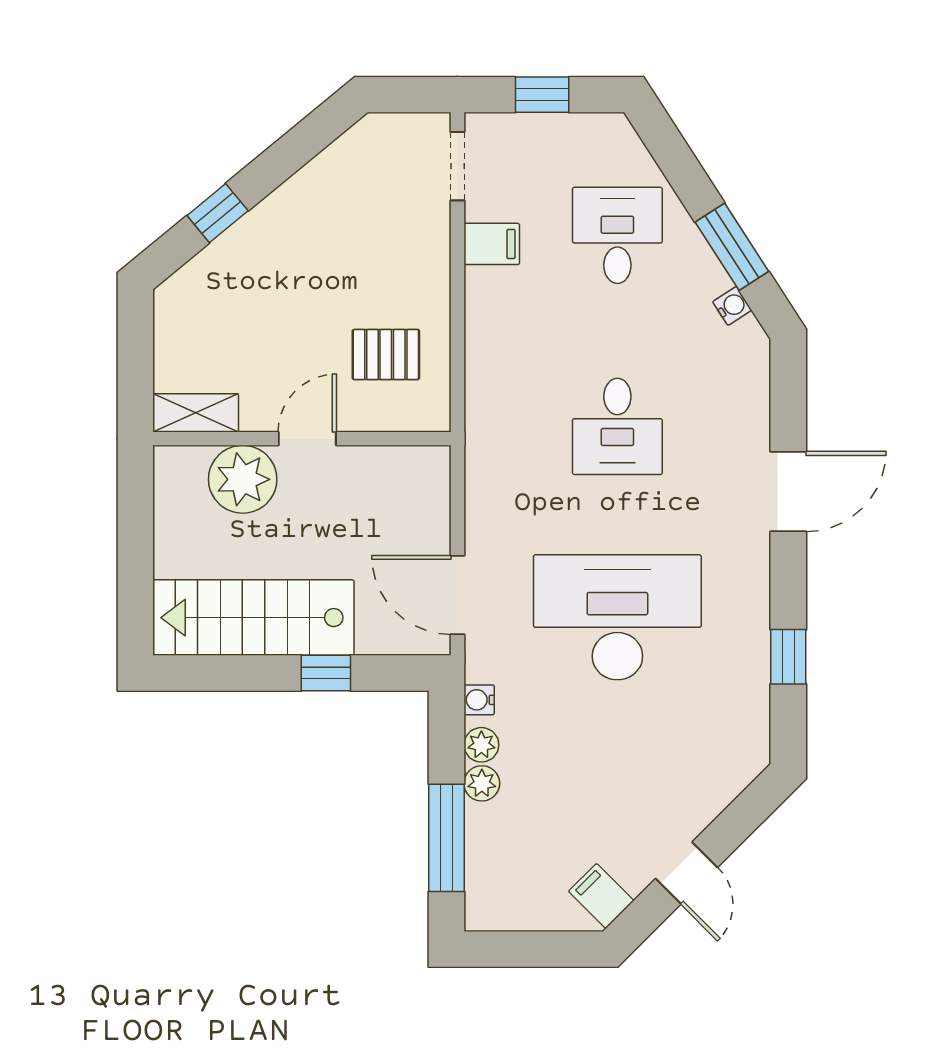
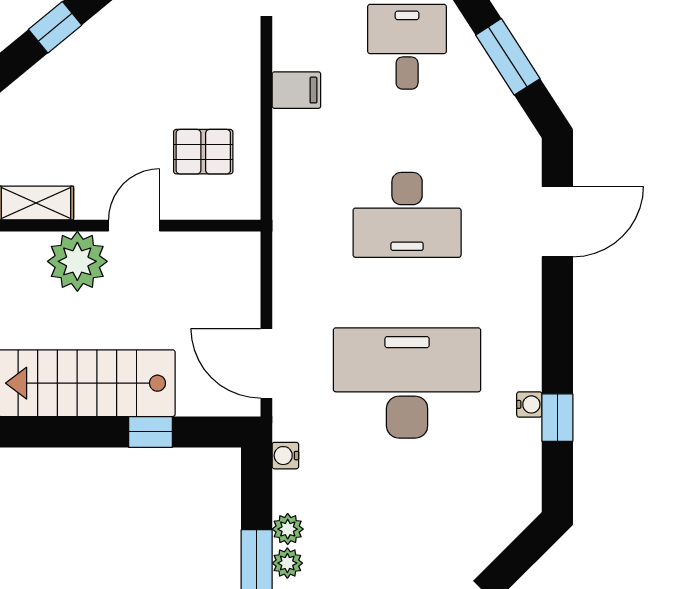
filing cabinet: (492, 244) -> (296, 90), moved
water cooler: (732, 306) -> (529, 404), moved, turned 33
desk: (617, 426) -> (407, 215), width x1.37
door: (788, 491) -> (557, 222), moved
plant: (481, 745) -> (287, 563), moved

